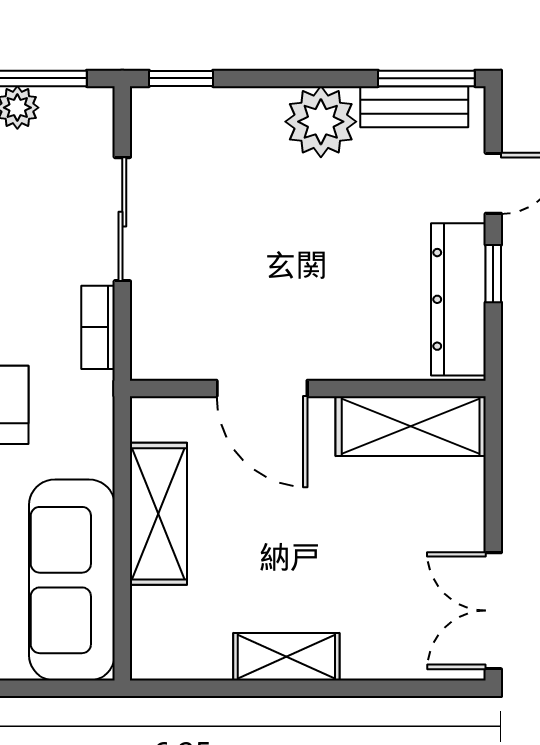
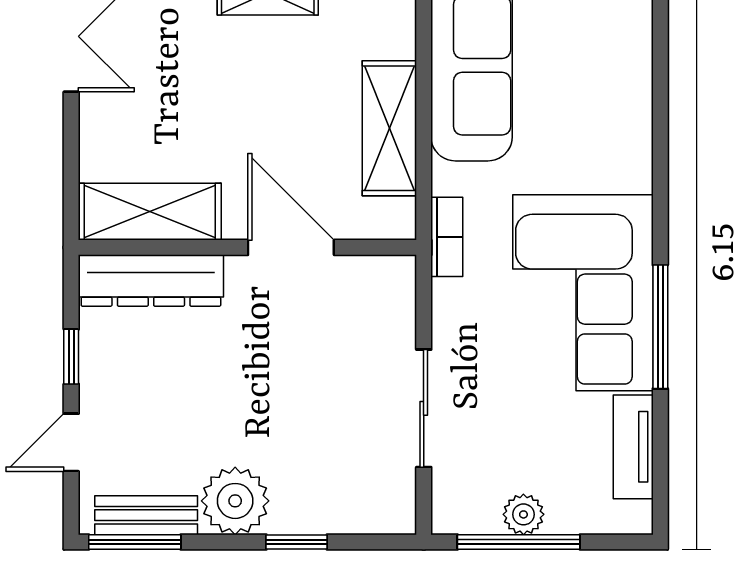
window: (181, 78) -> (297, 542), moved
dresser: (458, 299) -> (151, 281), moved, turned 90
bookcase: (98, 327) -> (447, 237), moved

